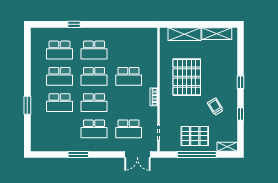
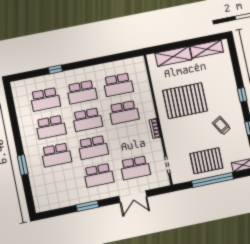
school desk: (129, 50) -> (118, 85), added
pallet: (187, 77) -> (185, 101), turned 90
double door: (137, 154) -> (133, 197), moved

